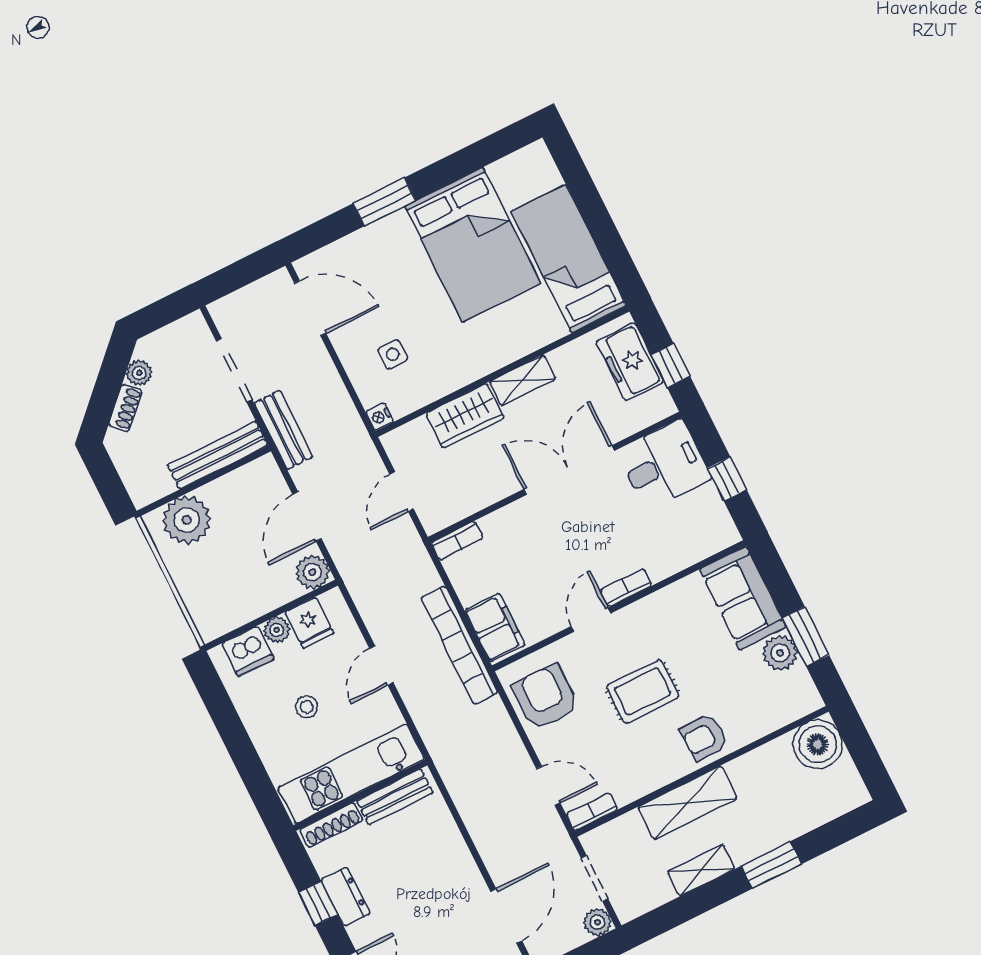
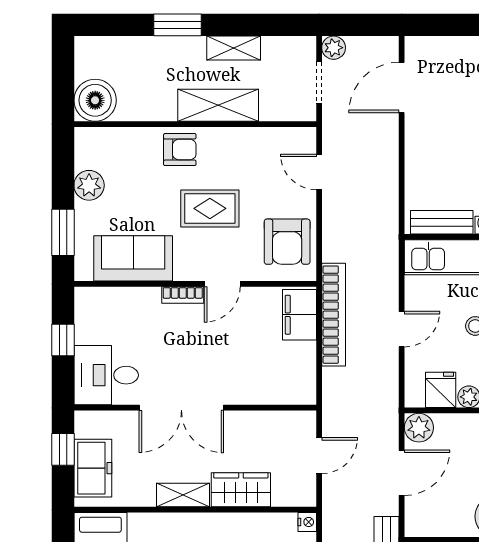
bookcase: (457, 540) -> (295, 396), removed
sofa: (743, 598) -> (133, 258), moved, turned -90
window: (806, 637) -> (63, 232), moved
bookcase: (592, 812) -> (295, 135), removed

